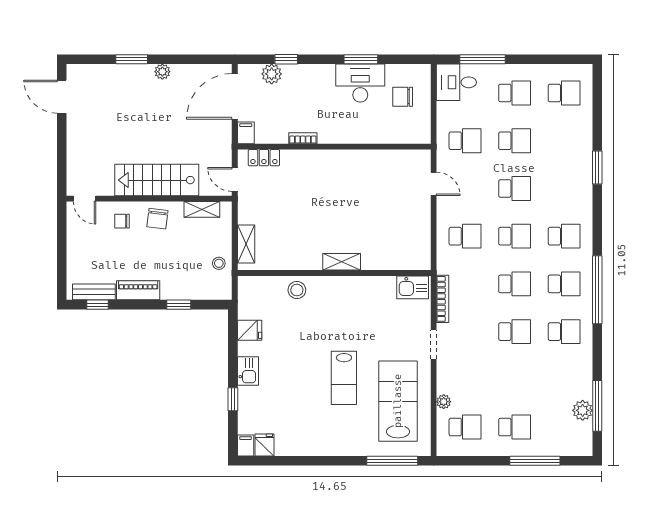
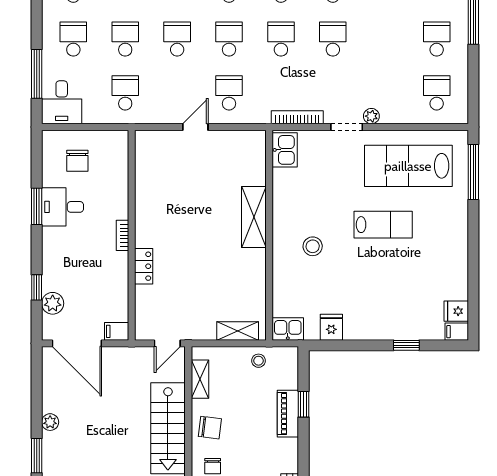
desk: (360, 83) -> (62, 207), width x0.73
bookcase: (303, 138) -> (123, 235), moved
locker: (264, 158) -> (144, 266), moved
door: (434, 184) -> (195, 127), moved
shelving: (342, 262) -> (254, 217), width x1.50, depth x1.33
piano: (138, 290) -> (288, 414), moved
stool: (297, 290) -> (313, 246), moved
kitchen sink: (248, 371) -> (288, 329), moved
plant: (444, 402) -> (371, 116), moved

